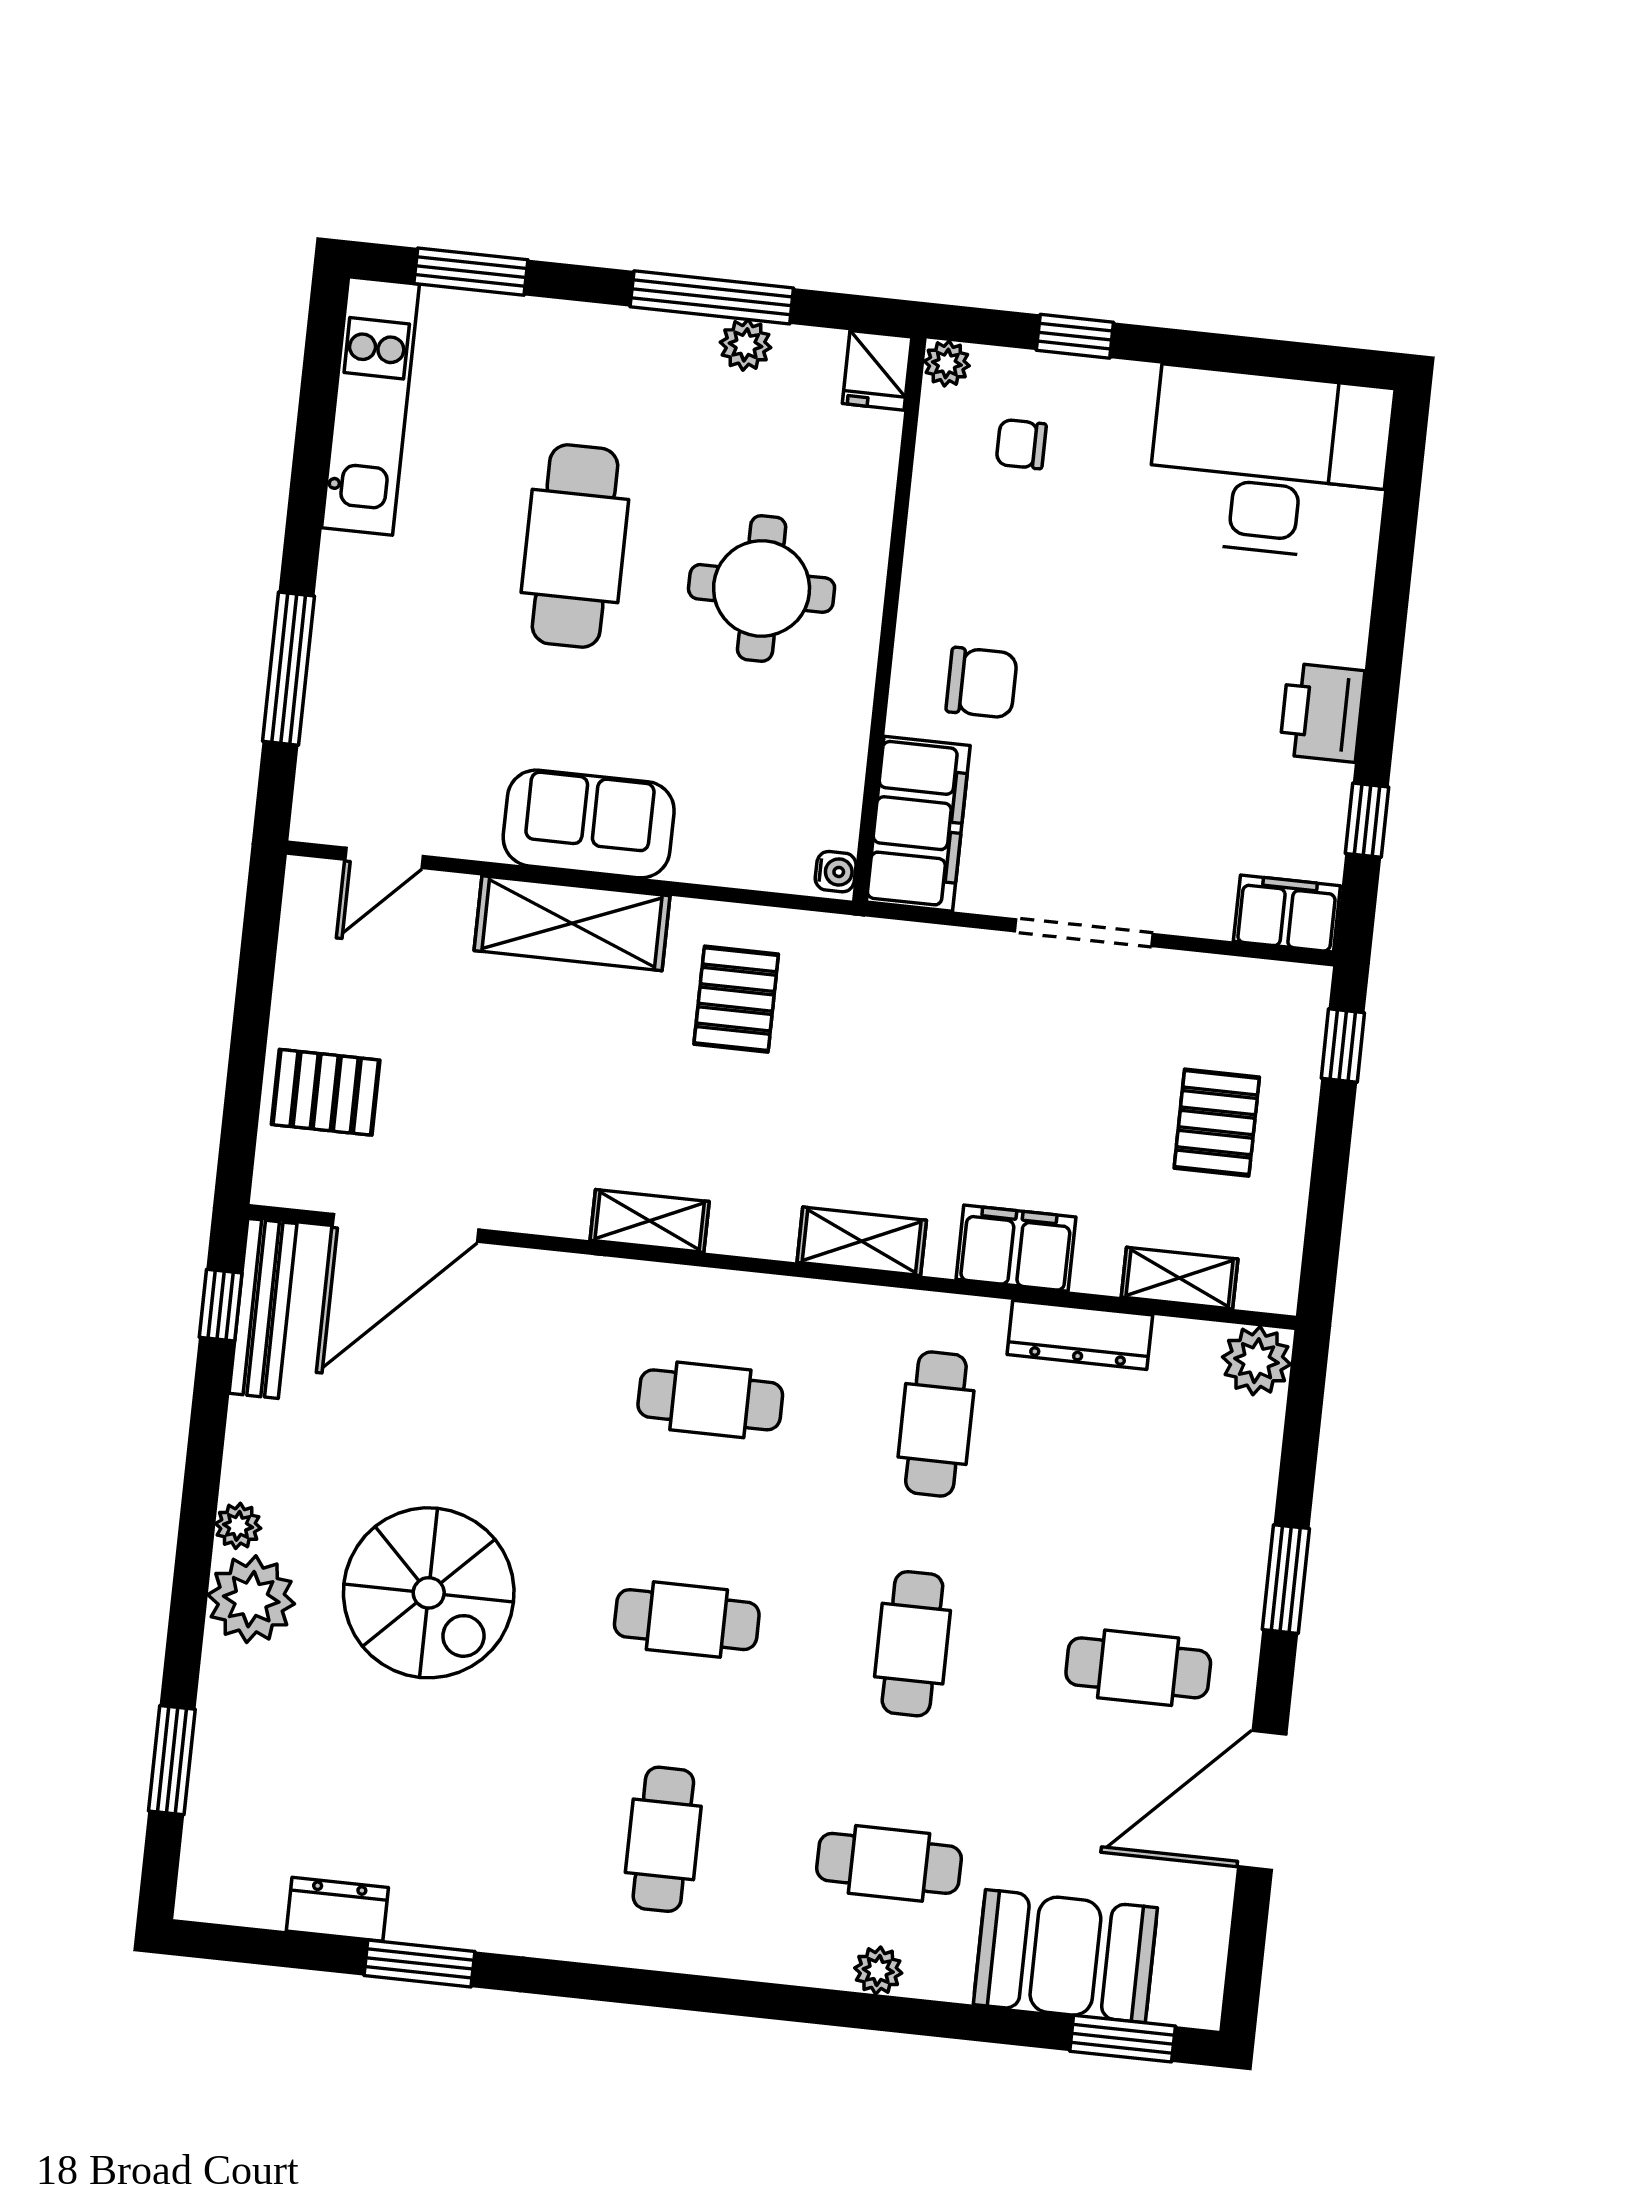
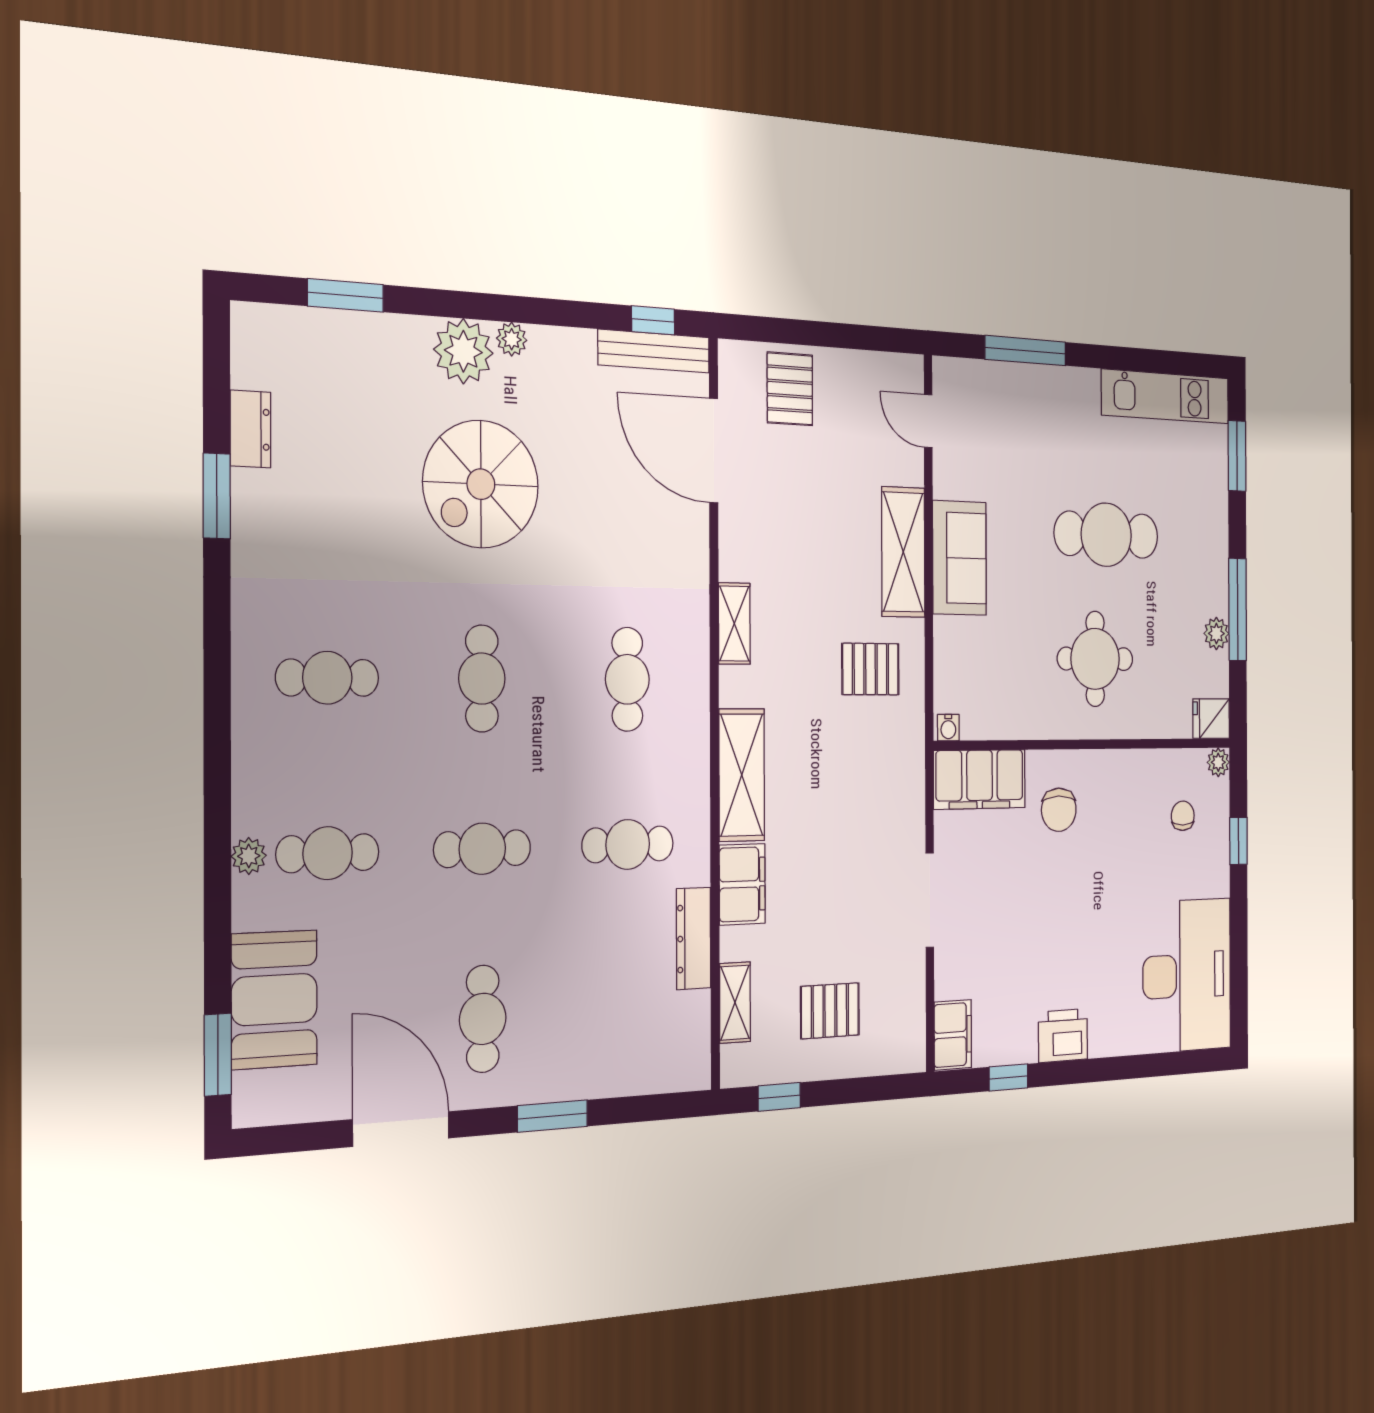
window: (1343, 1045) -> (779, 1097), moved
shelving: (862, 1241) -> (742, 775), width x1.50, depth x1.33
plant: (1257, 1361) -> (690, 1067), removed
cafe table: (889, 1863) -> (328, 853), turned 90

